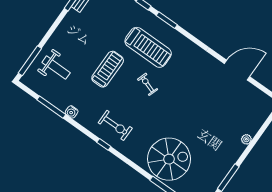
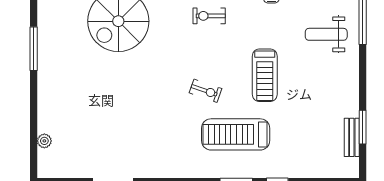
exercise bike: (115, 125) -> (209, 16), width x0.73, depth x0.72
plant: (246, 139) -> (44, 141), moved

